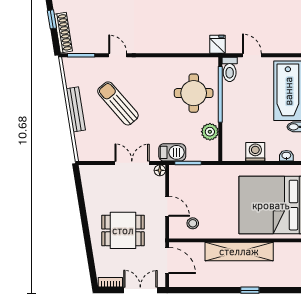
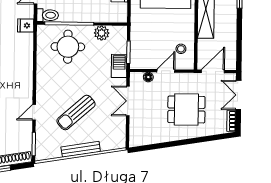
floor lamp: (160, 170) -> (148, 77), moved
dining table: (123, 230) -> (186, 109), turned 90

